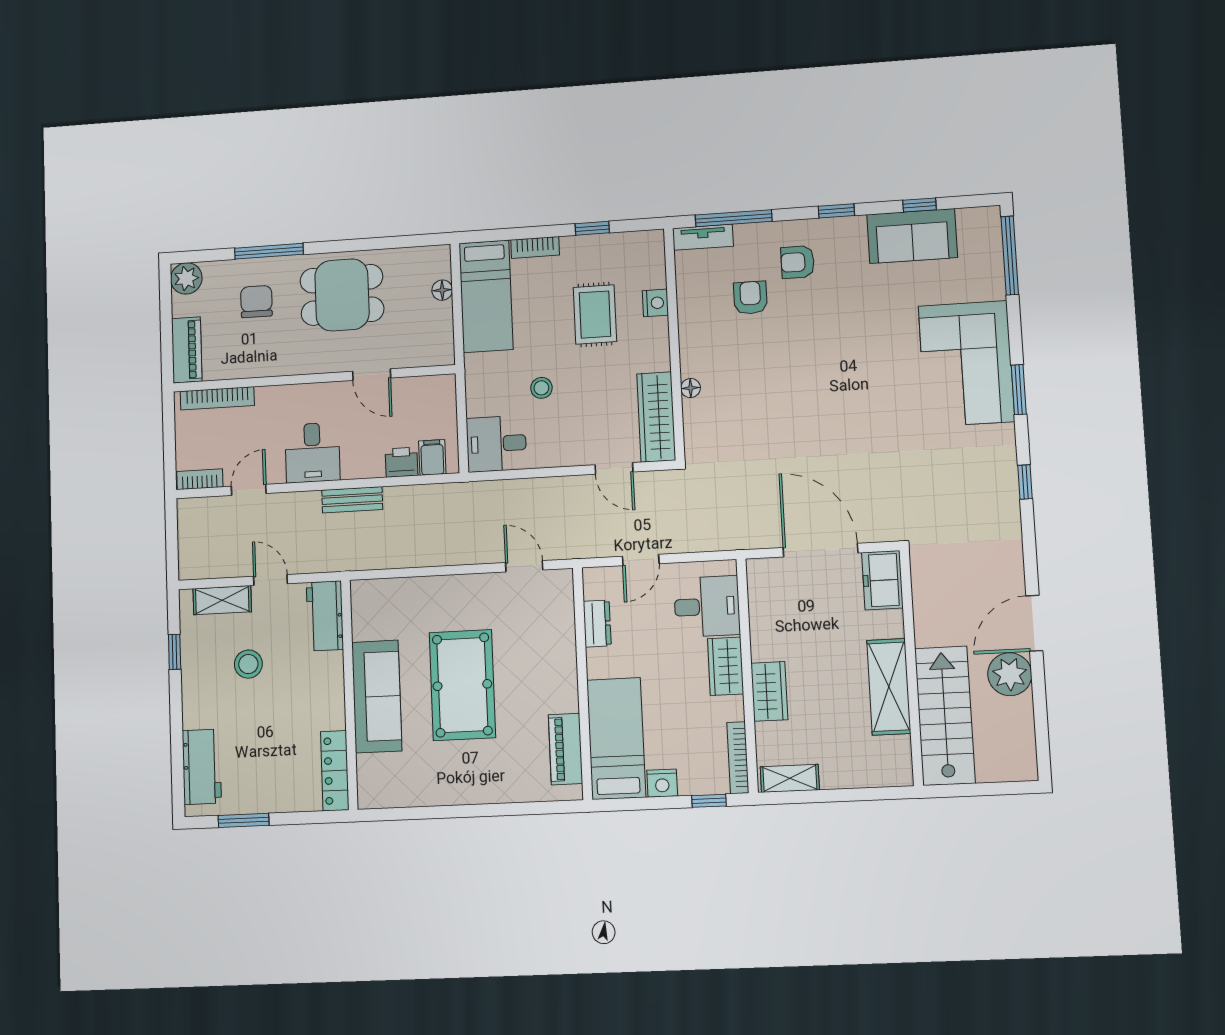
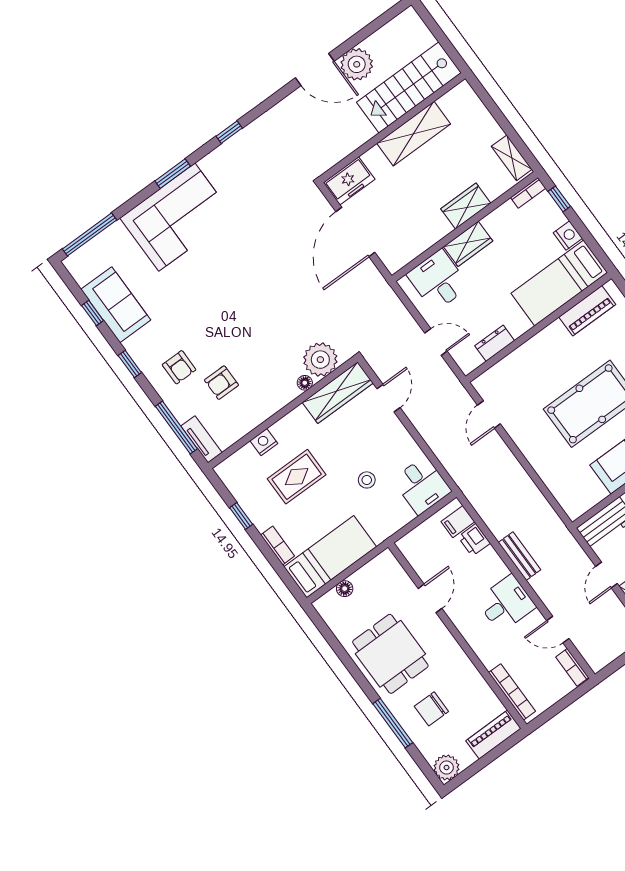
plant: (705, 421) -> (320, 360), added
bookcase: (738, 758) -> (528, 193), width x0.64

